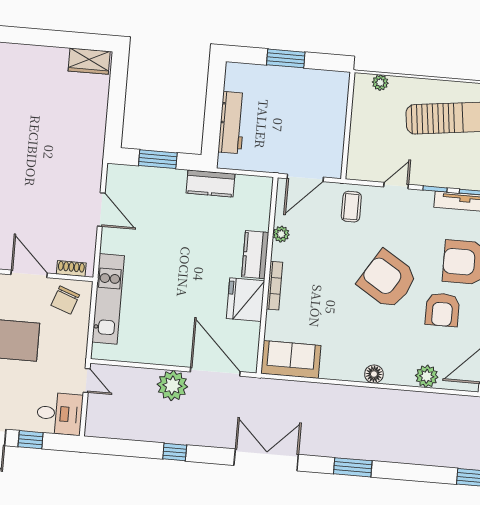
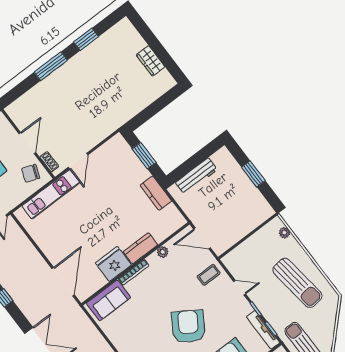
wardrobe: (89, 61) -> (151, 61), moved
door: (101, 210) -> (78, 161), moved
sofa: (291, 359) -> (108, 300), moved, turned 90
plant: (172, 386) -> (37, 266), removed

